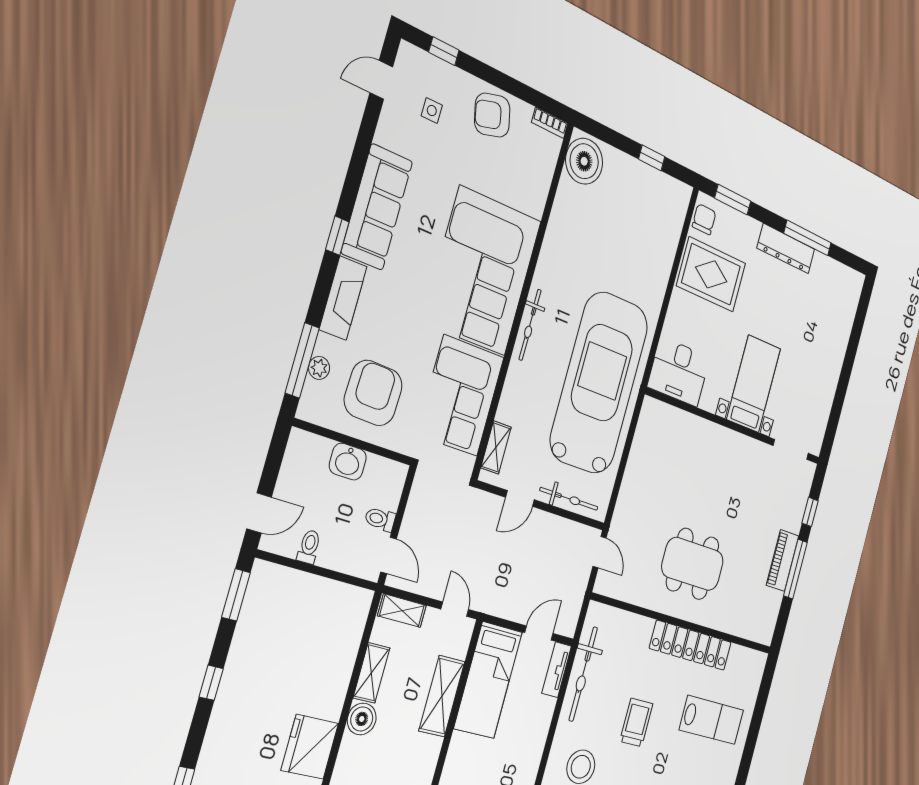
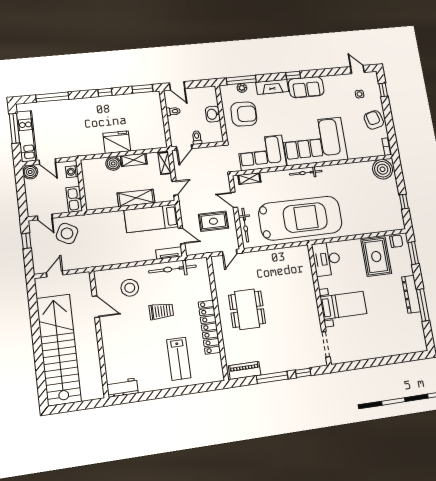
sofa: (377, 207) -> (306, 87), width x0.73
rug: (539, 558) -> (213, 221), added
piano: (782, 561) -> (245, 370), moved
fridge: (310, 747) -> (117, 142), moved

